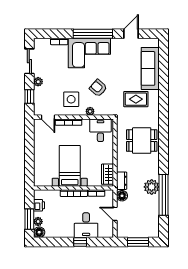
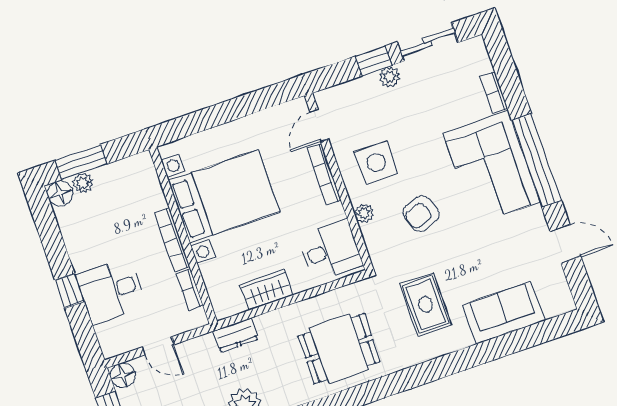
sofa: (150, 68) -> (504, 313), width x0.73
armchair: (98, 88) -> (421, 213), turned -150
window: (29, 97) -> (374, 61), moved
dining table: (142, 141) -> (339, 349), turned 90
bed with nightstands: (70, 166) -> (224, 196), width x1.36
wardrobe: (107, 174) -> (266, 290), moved
floor lamp: (122, 196) -> (123, 375), moved
printer: (39, 205) -> (119, 173), removed
door: (115, 214) -> (158, 346), swing flipped

